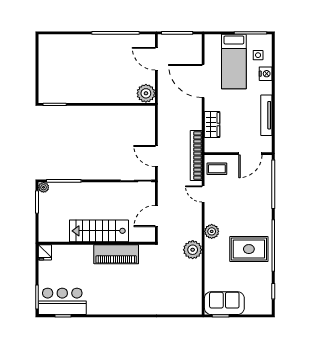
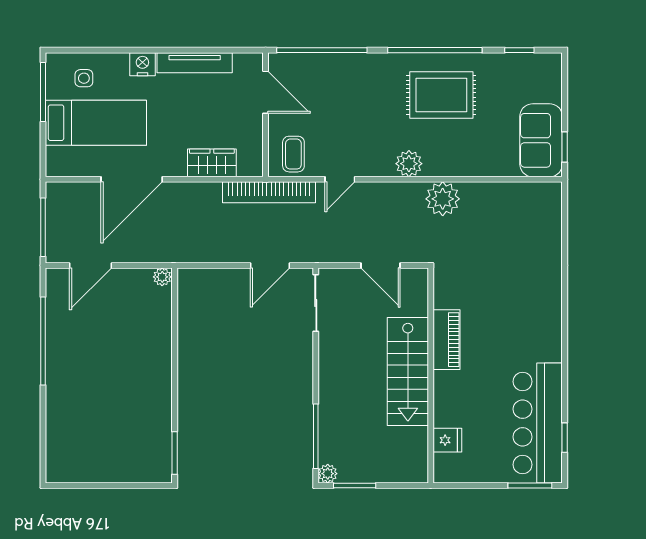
nightstand: (266, 74) -> (142, 64), moved
plant: (146, 93) -> (162, 277), width x0.53, depth x0.53
rug: (249, 249) -> (441, 95), turned 90
fridge: (45, 252) -> (447, 440), moved
piano: (116, 254) -> (446, 340), width x0.73, depth x0.75
bar counter: (62, 301) -> (538, 423), width x1.36

